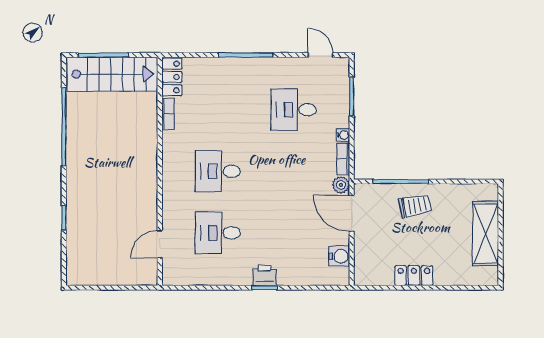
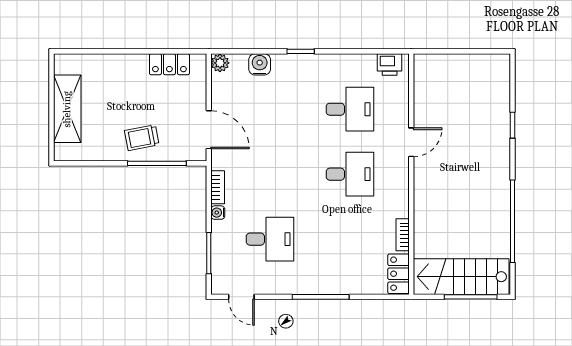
plant: (341, 185) -> (220, 63), moved
door: (160, 244) -> (411, 142), moved
water cooler: (339, 256) -> (260, 64), moved, turned 90
printer: (265, 275) -> (390, 65), moved
locker: (414, 276) -> (169, 64), moved

